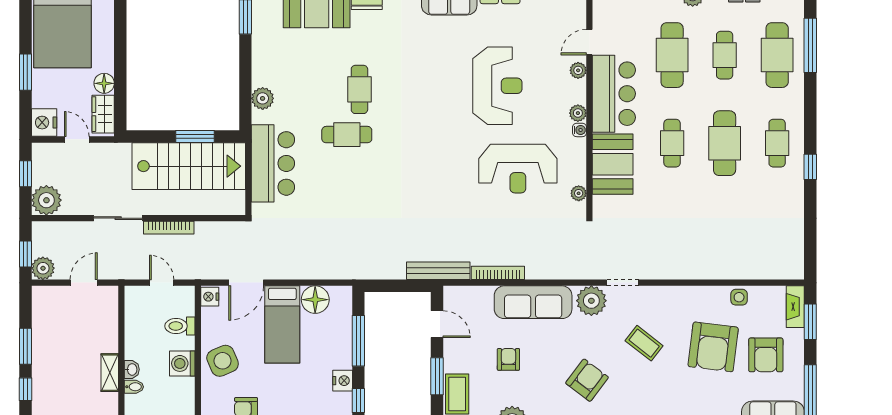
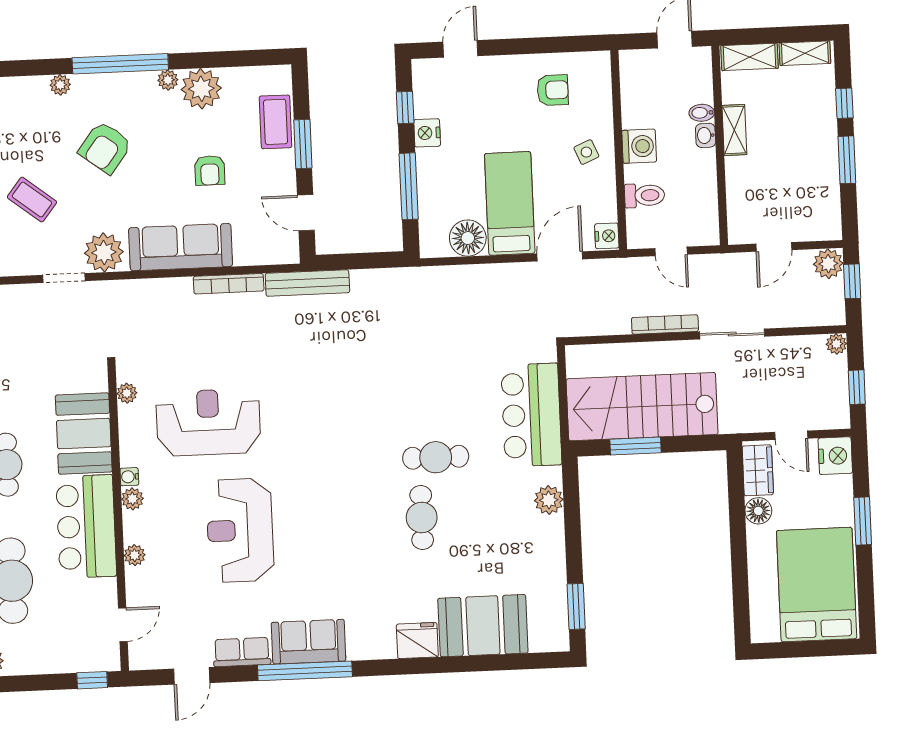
door: (589, 42) -> (123, 625), moved
plant: (46, 200) -> (836, 344), width x0.53, depth x0.53
side table: (223, 361) -> (586, 152), width x0.54, depth x0.54

